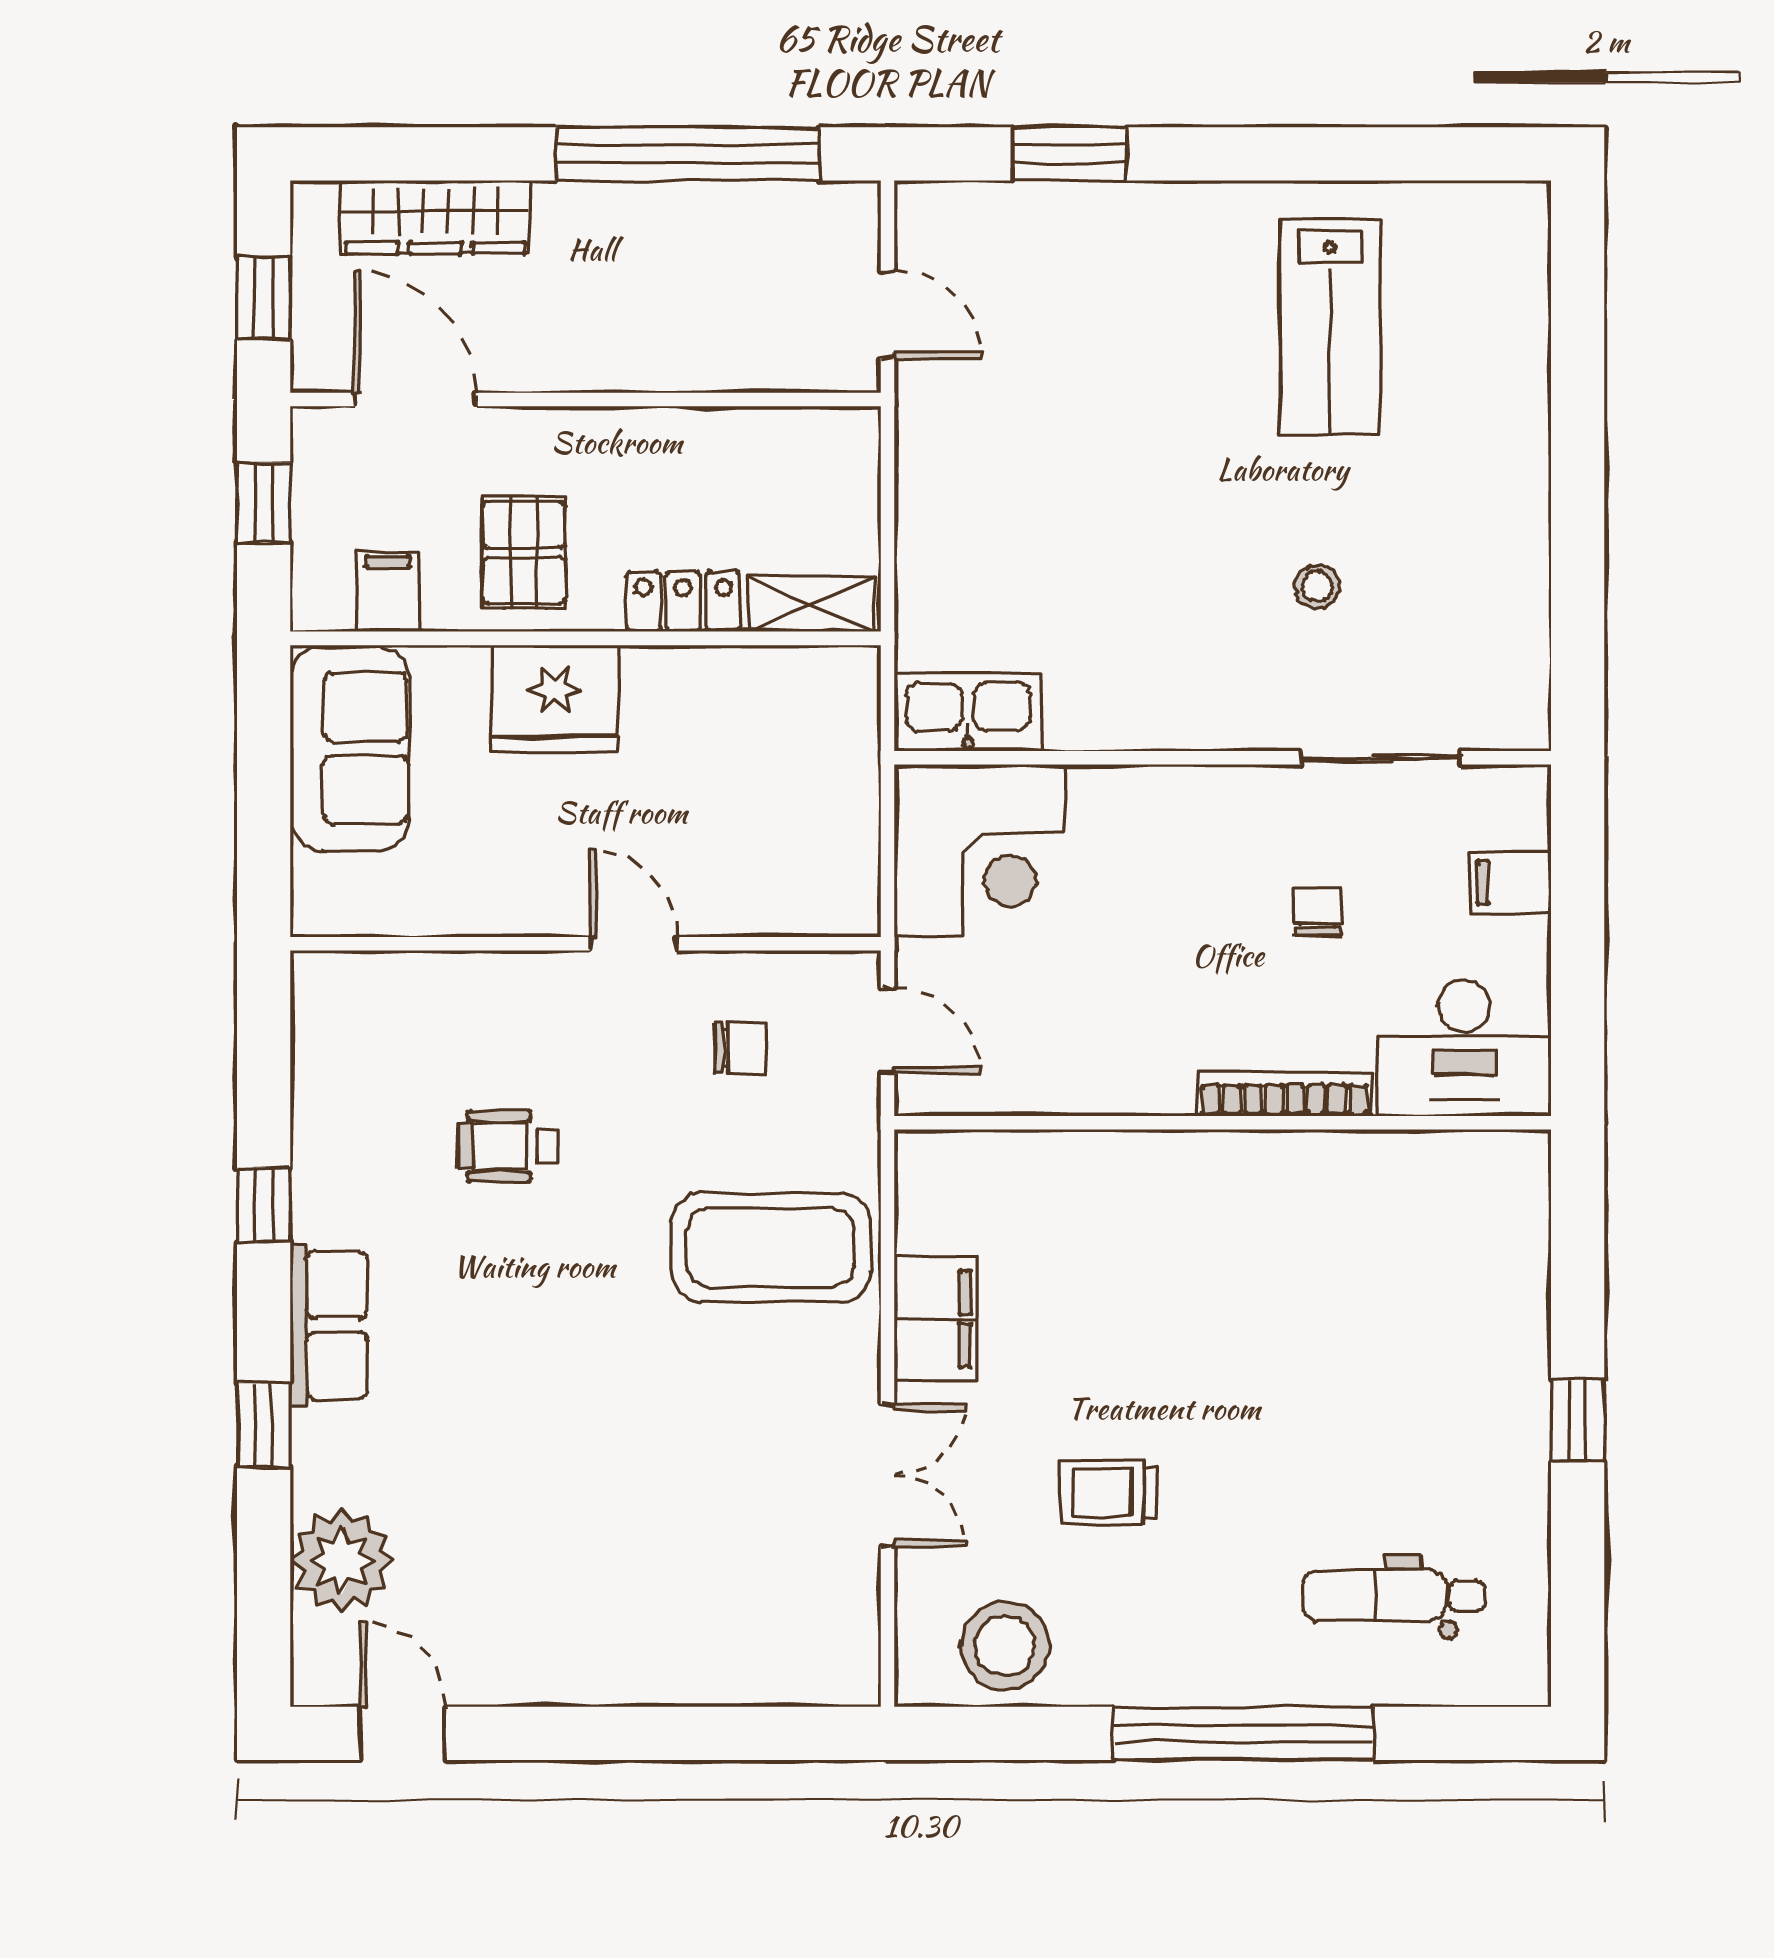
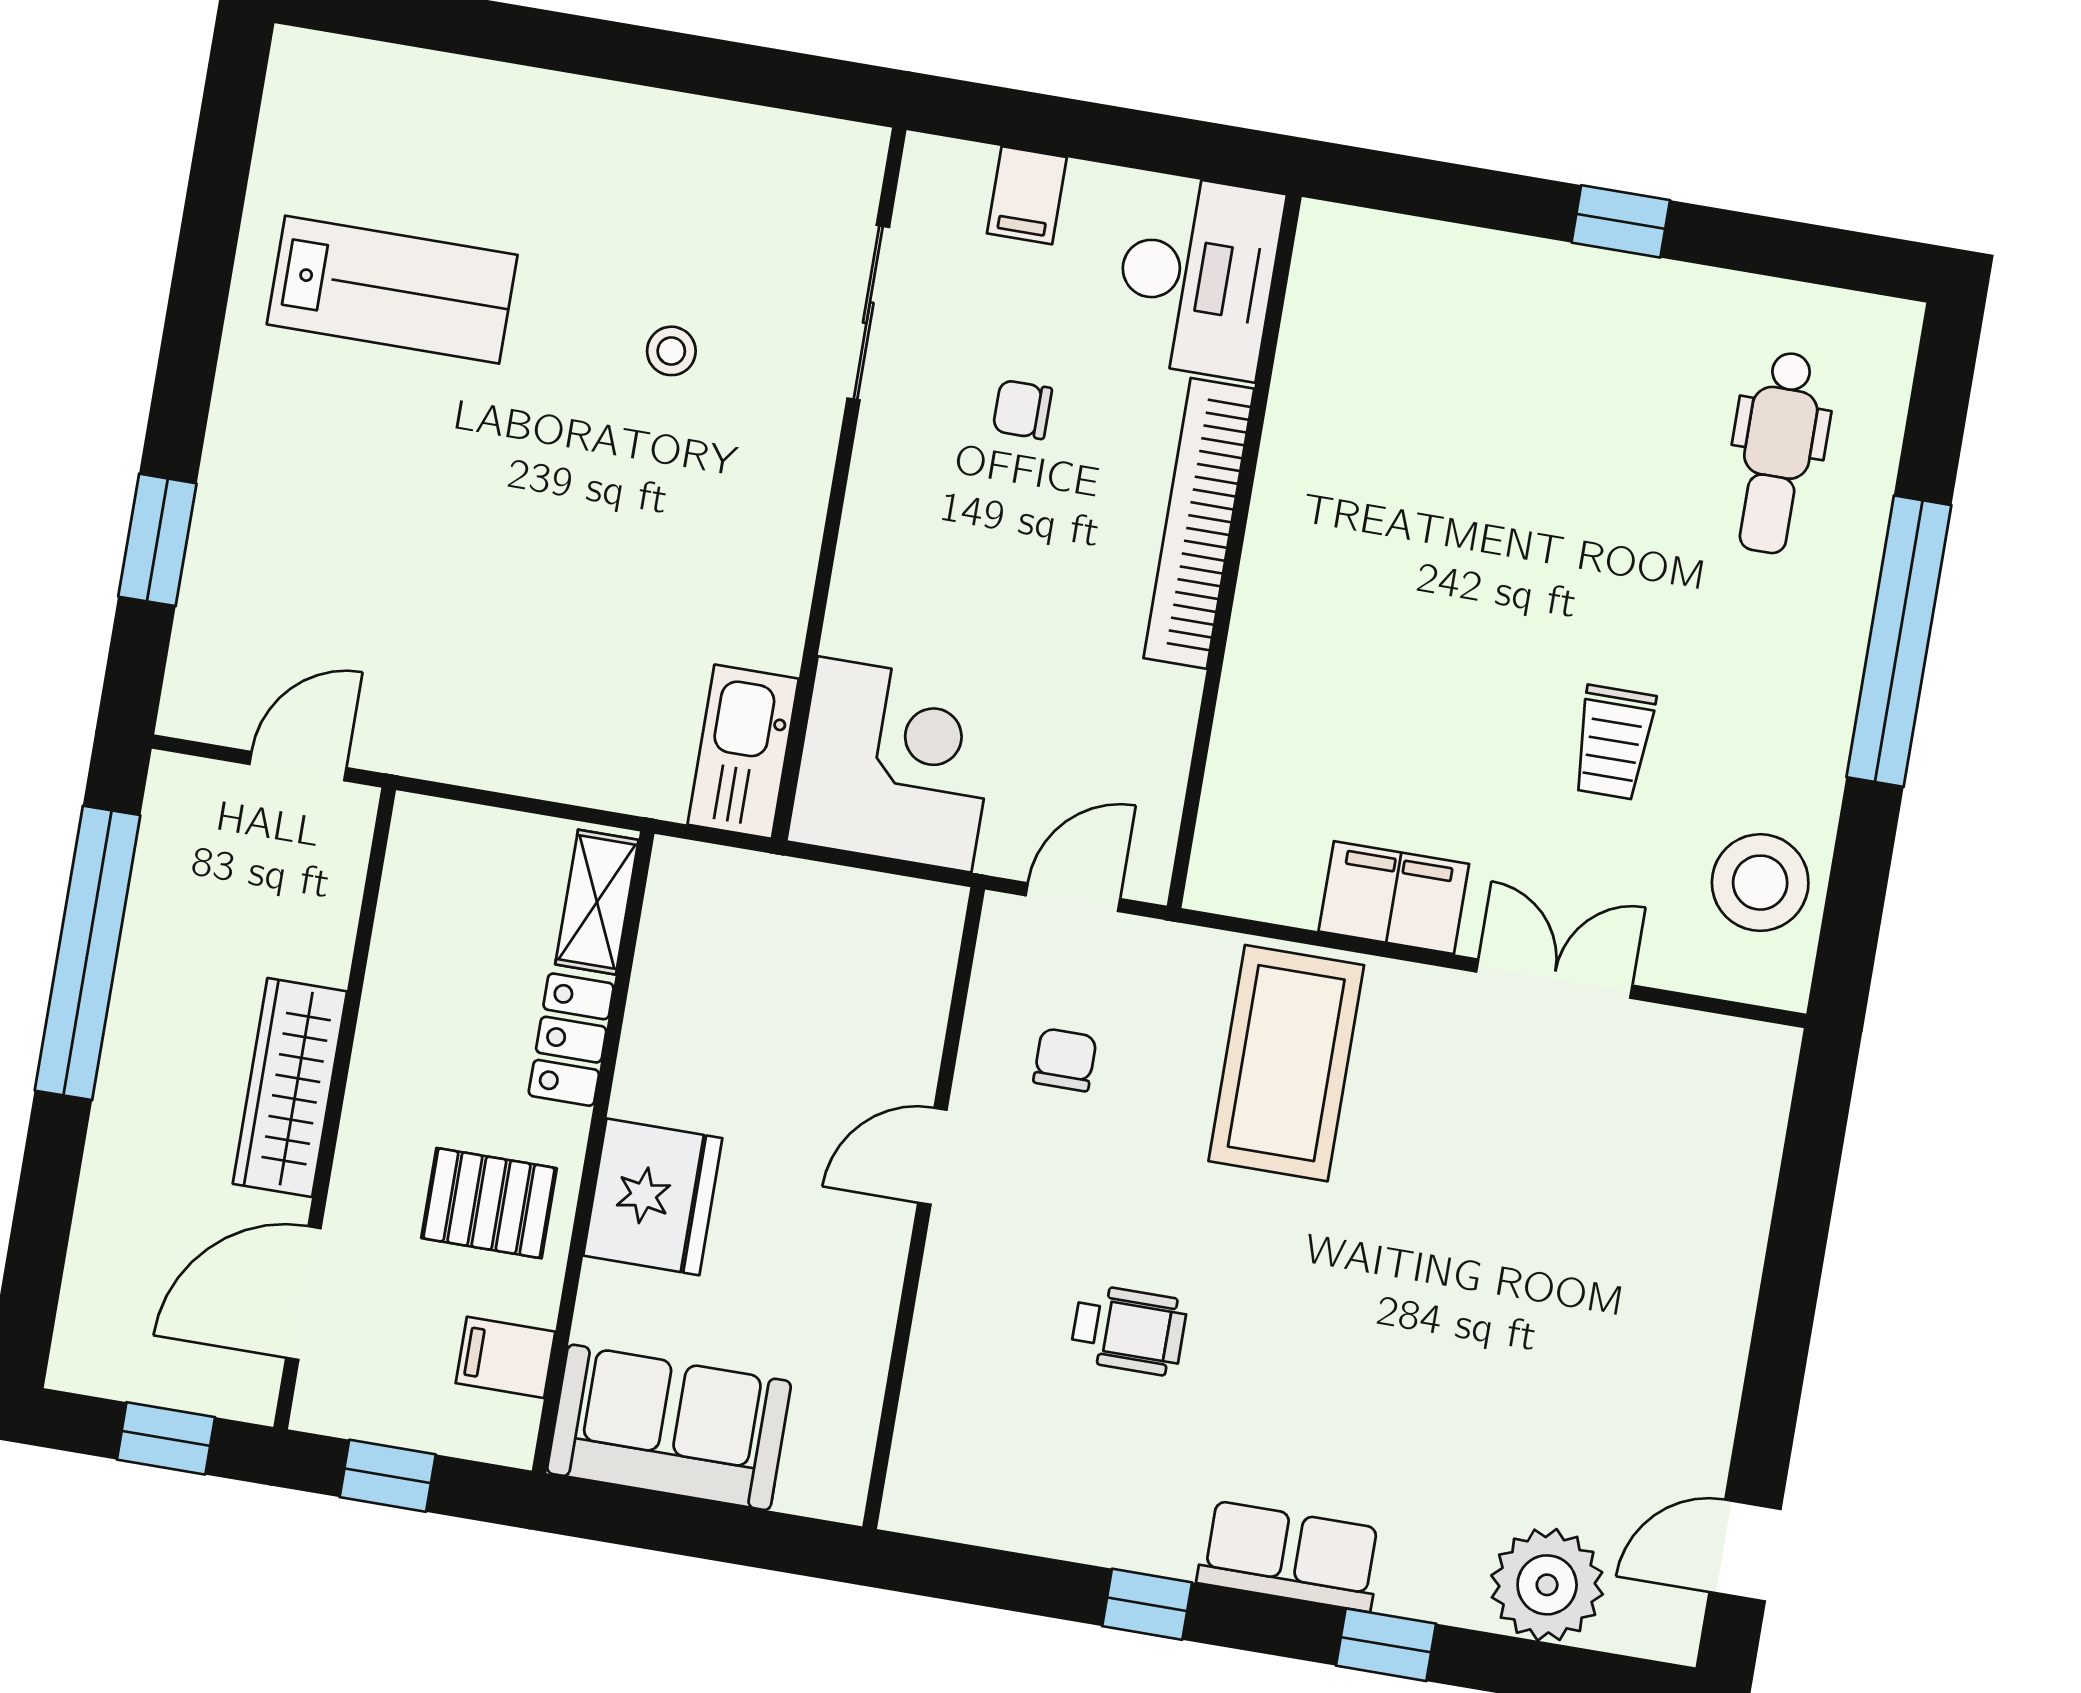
wardrobe: (435, 217) -> (290, 1088), moved, turned 180
bookcase: (1284, 1094) -> (1199, 523), width x1.48, depth x1.31
wheelchair: (507, 1146) -> (1129, 1330), turned -90

